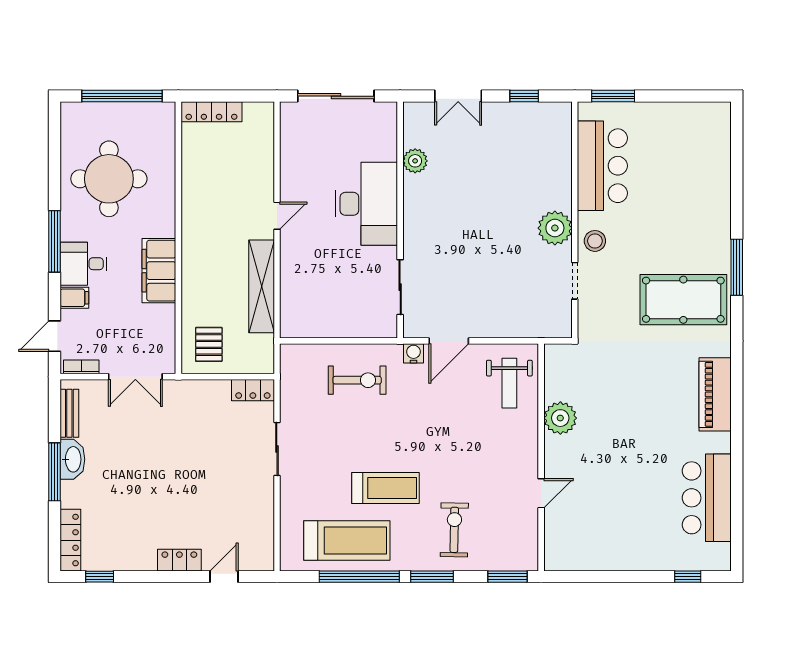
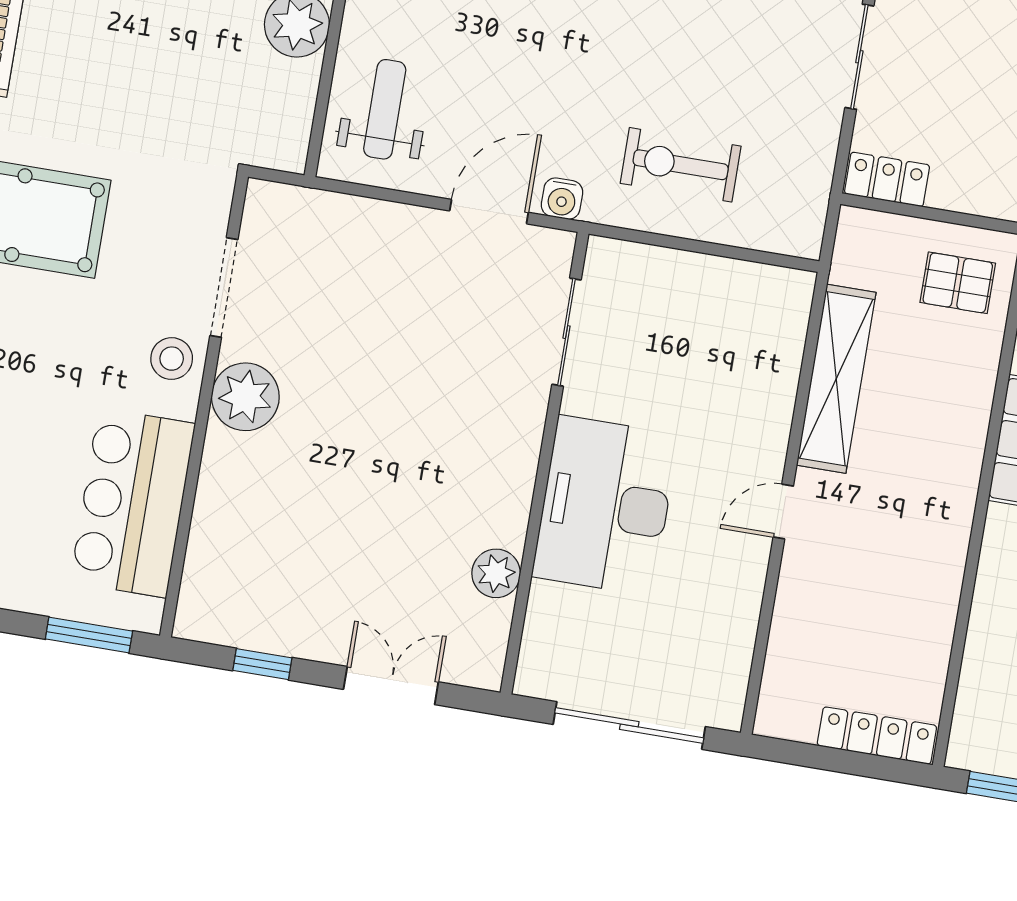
doorway: (575, 281) -> (224, 287), width x1.38
pallet: (209, 344) -> (958, 283), turned 90

